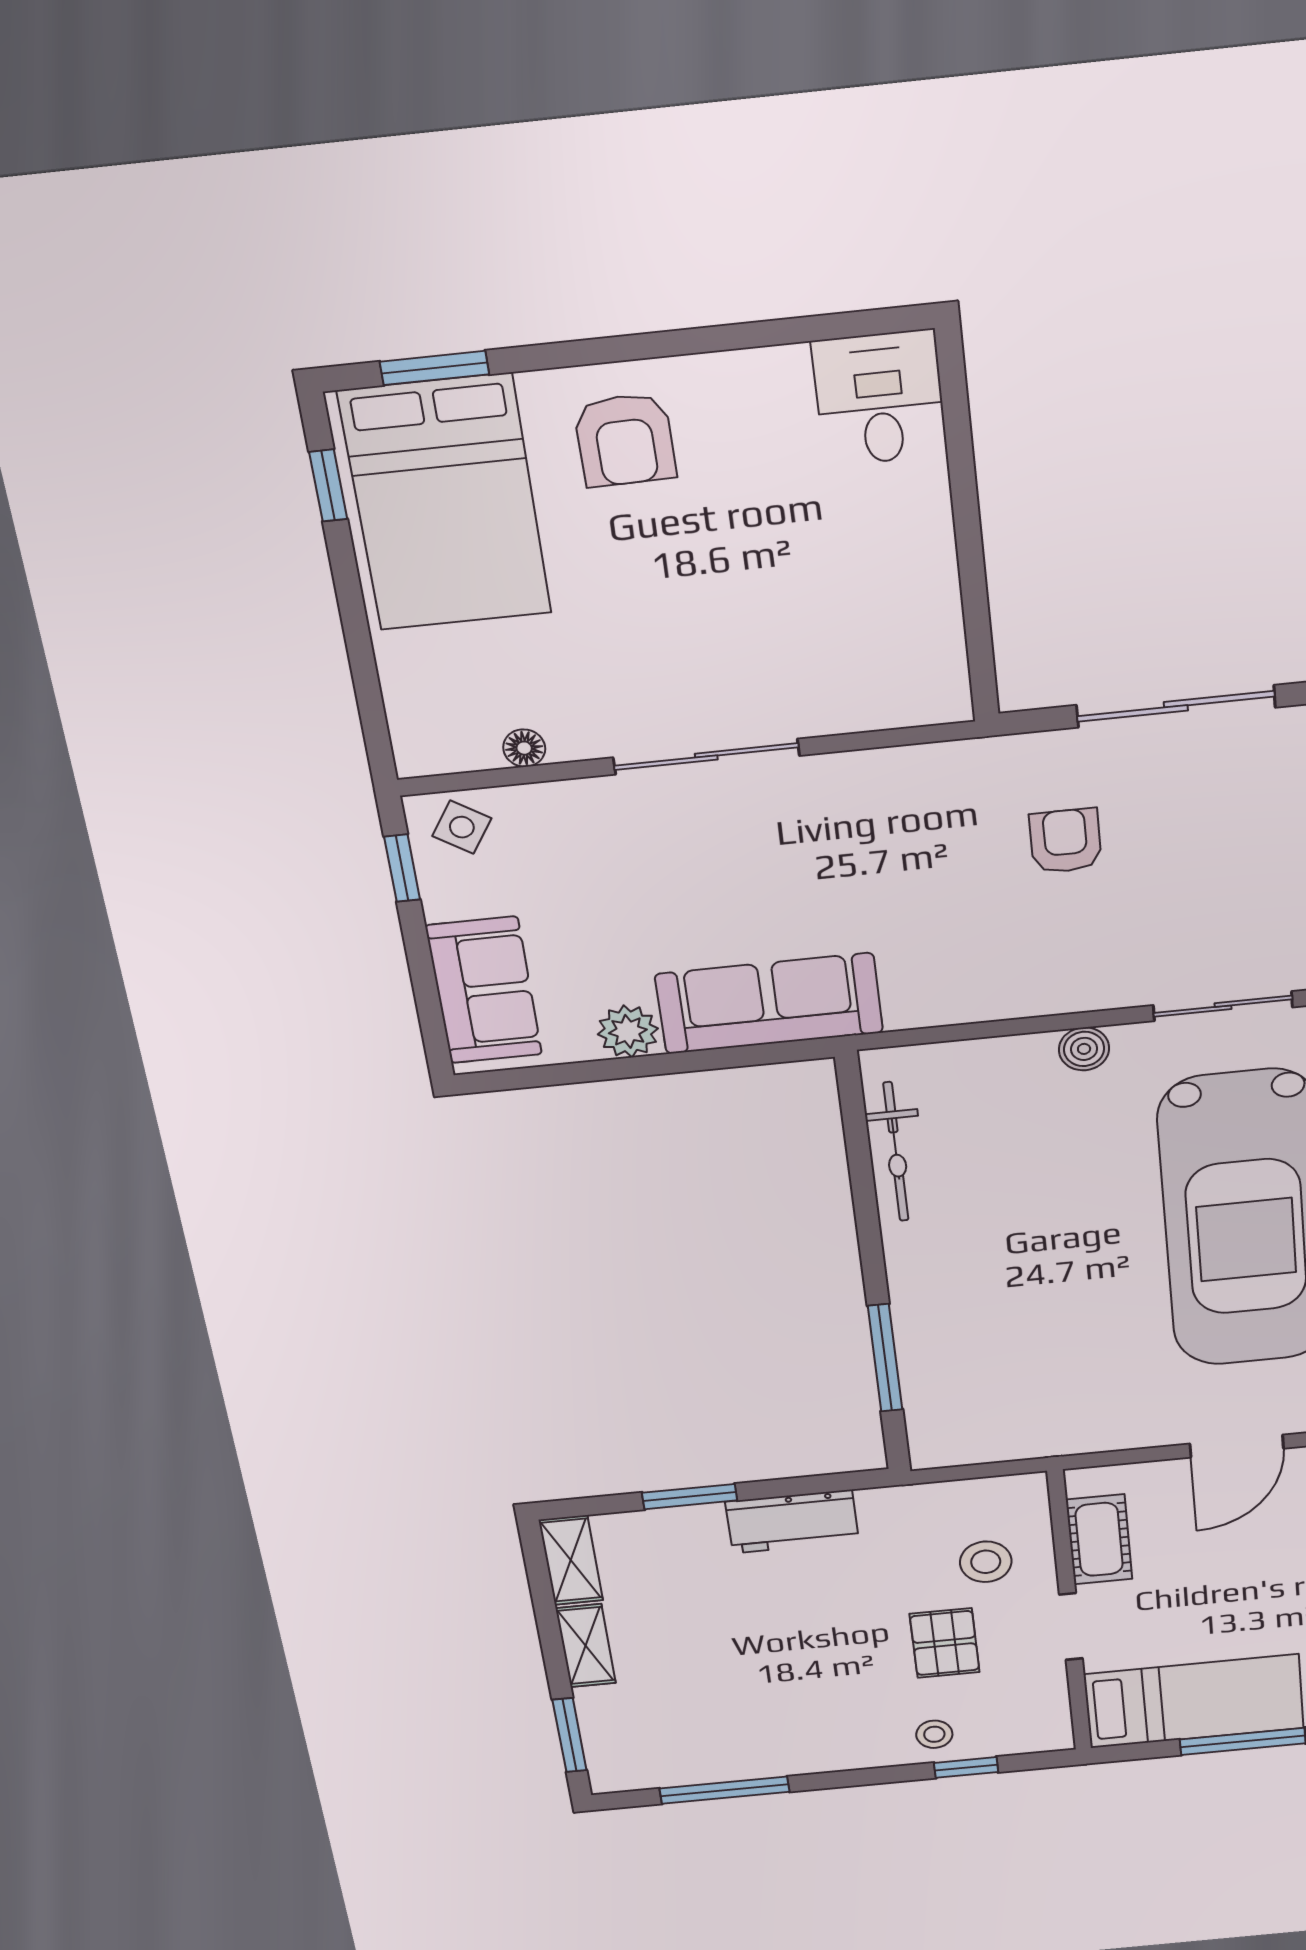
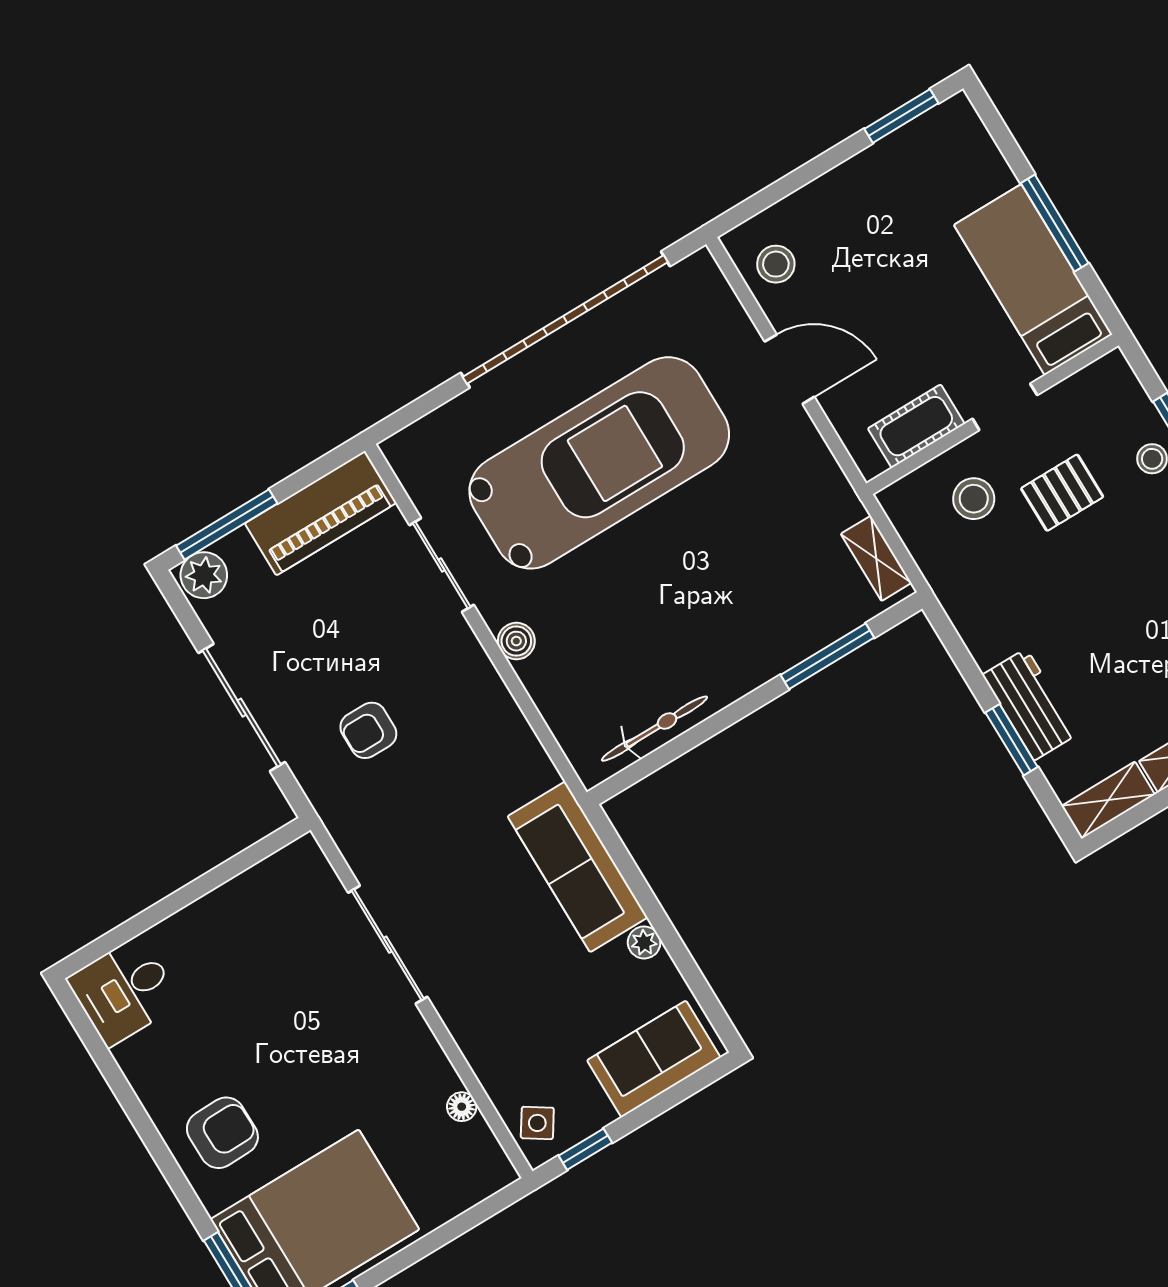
sliding door: (706, 757) -> (388, 945), moved
plant: (628, 1031) -> (644, 942), width x0.73, depth x0.73
shelving: (972, 1447) -> (876, 558), added
workbench: (792, 1522) -> (1030, 704), moved

